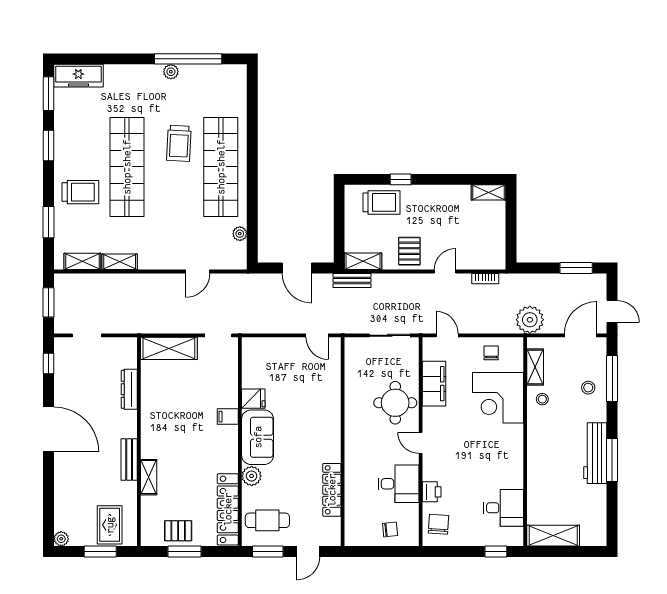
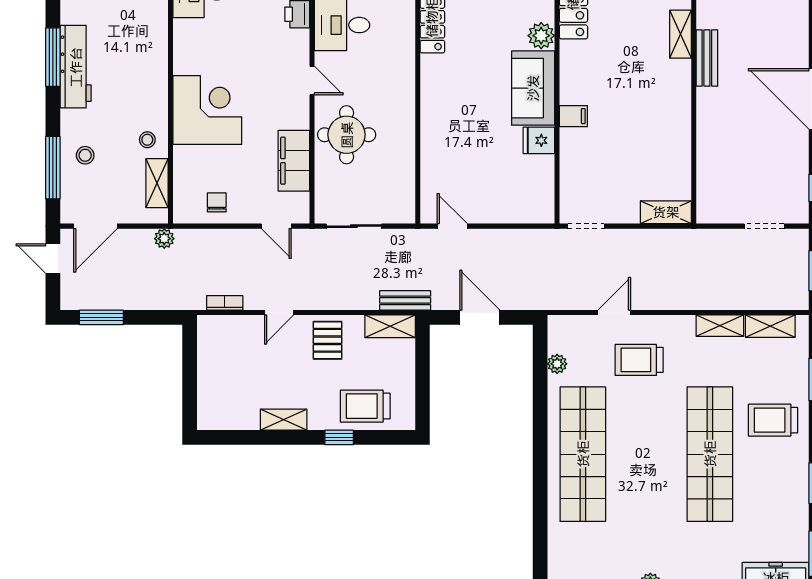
trolley: (179, 143) -> (639, 360), moved, turned -93
shelving: (489, 192) -> (284, 420), moved
plant: (530, 320) -> (164, 239), width x0.53, depth x0.53
shelving: (169, 348) -> (666, 212), width x0.67, depth x0.75
chair: (491, 353) -> (217, 202), turned 180
dresser: (129, 389) -> (707, 153), removed
corner desk: (498, 398) -> (207, 110), moved

